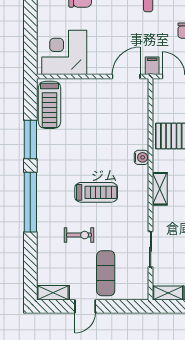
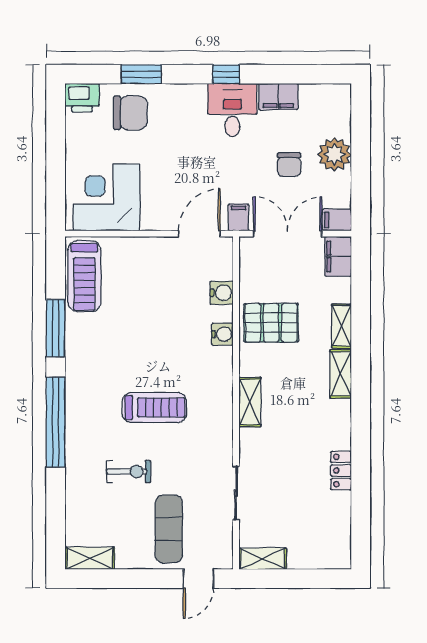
water cooler: (141, 116) -> (222, 293), added
water cooler: (141, 157) -> (222, 334), moved
door: (85, 306) -> (198, 579), moved

